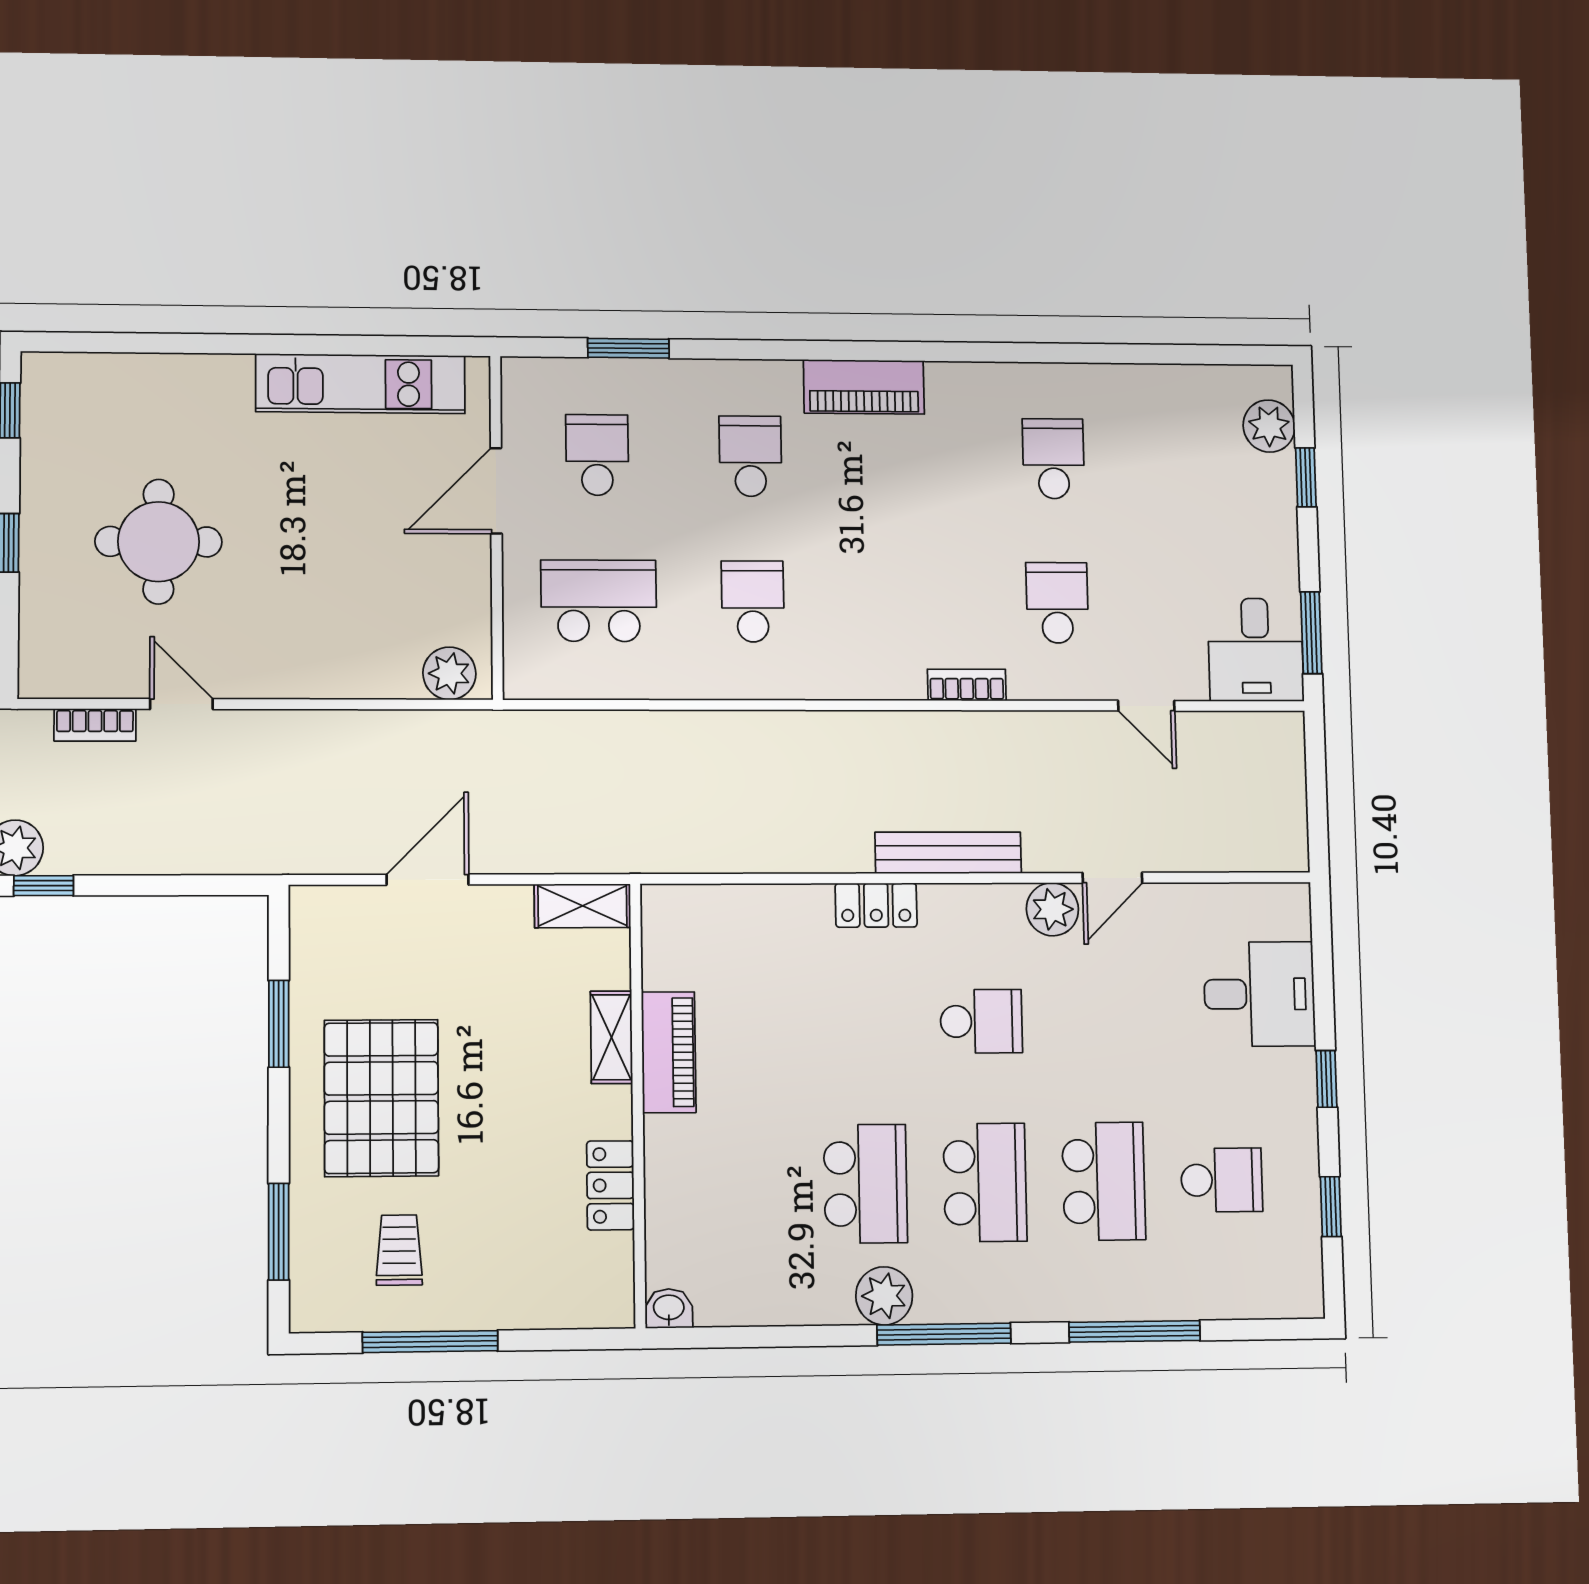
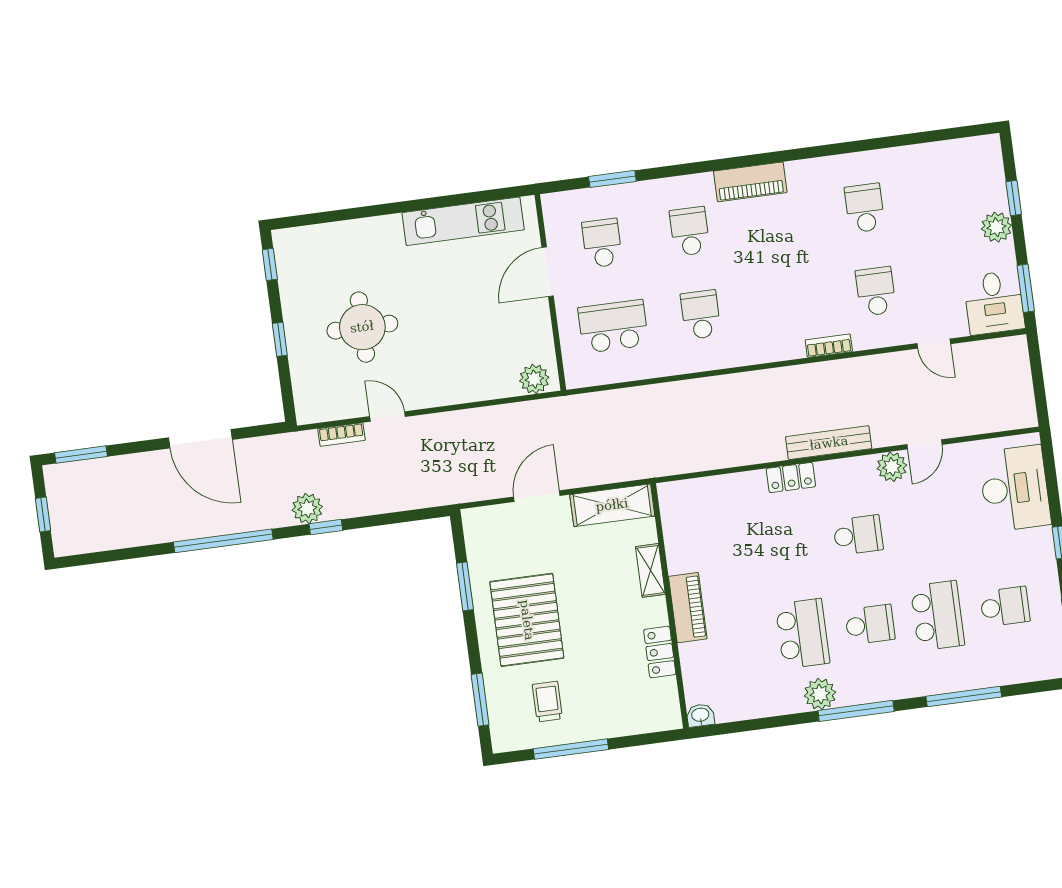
plant: (1269, 426) -> (996, 227), moved
shelving: (582, 906) -> (612, 505), width x1.50, depth x1.33
desk: (1259, 994) -> (1015, 488), width x1.37
piano: (669, 1052) -> (688, 608), moved
school desk: (985, 1182) -> (870, 625), width x0.54

